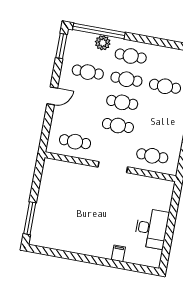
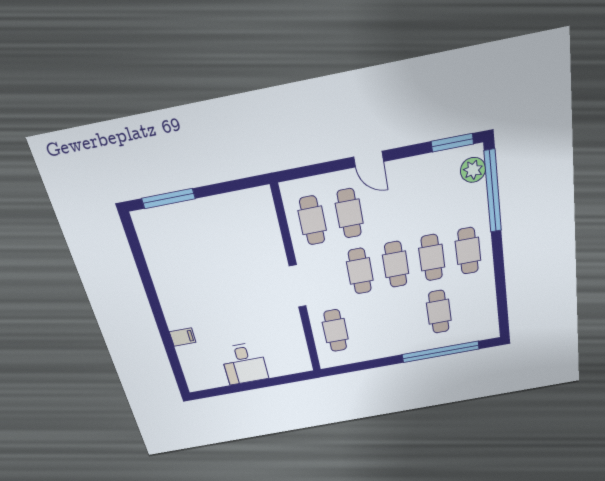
plant: (103, 43) -> (473, 170), moved
cafe table: (88, 72) -> (349, 213), moved
desk: (152, 229) -> (244, 364), width x0.73

